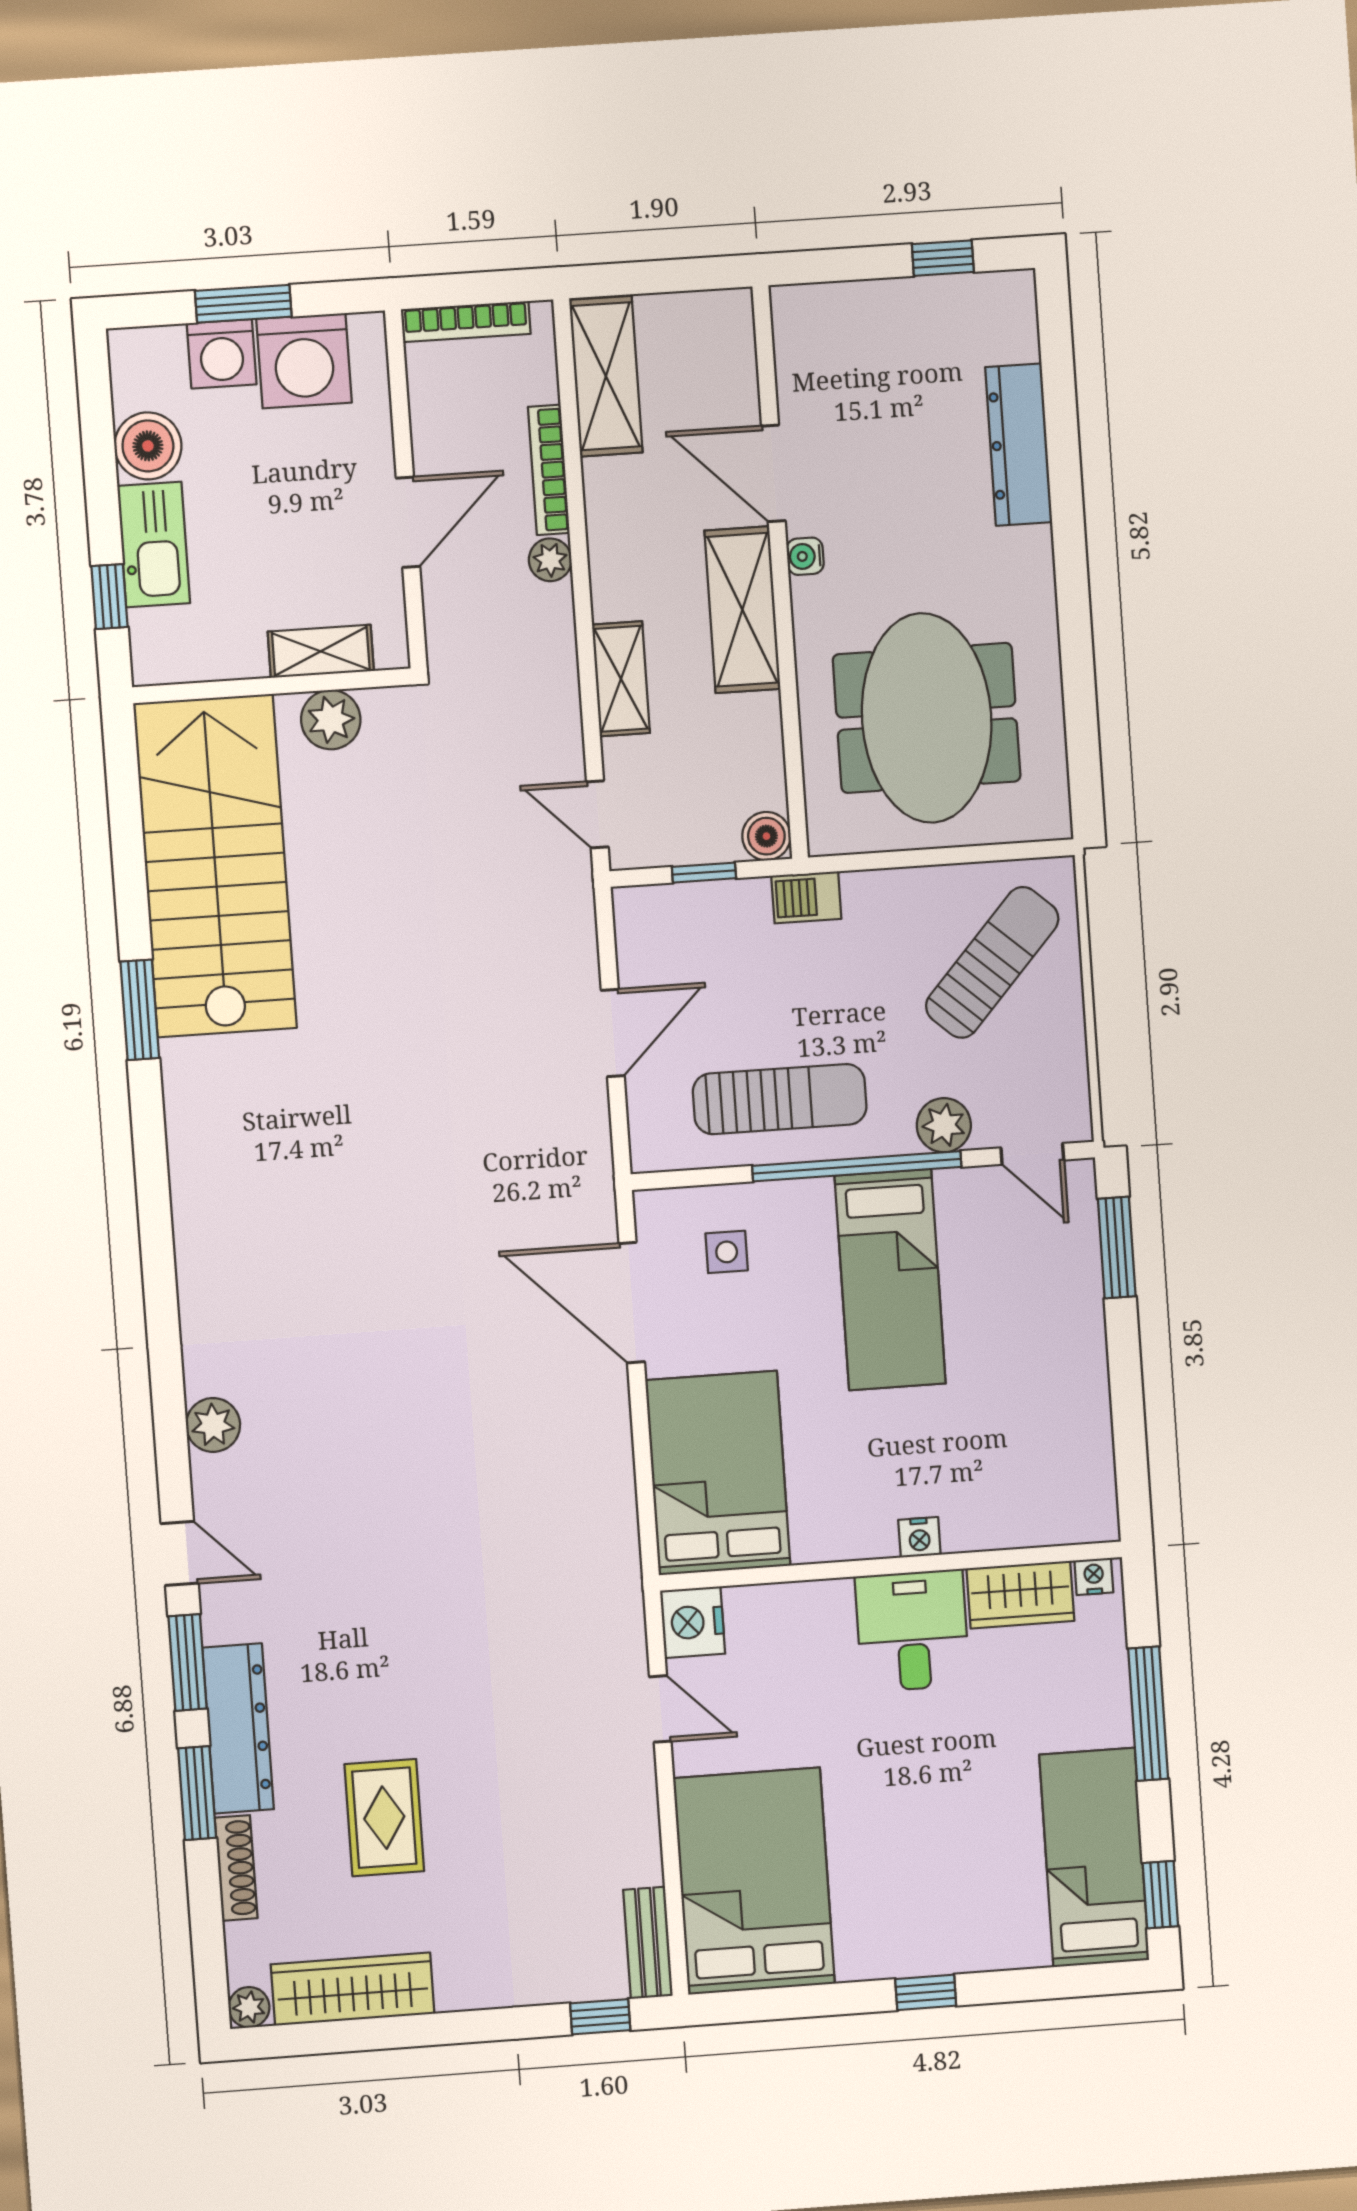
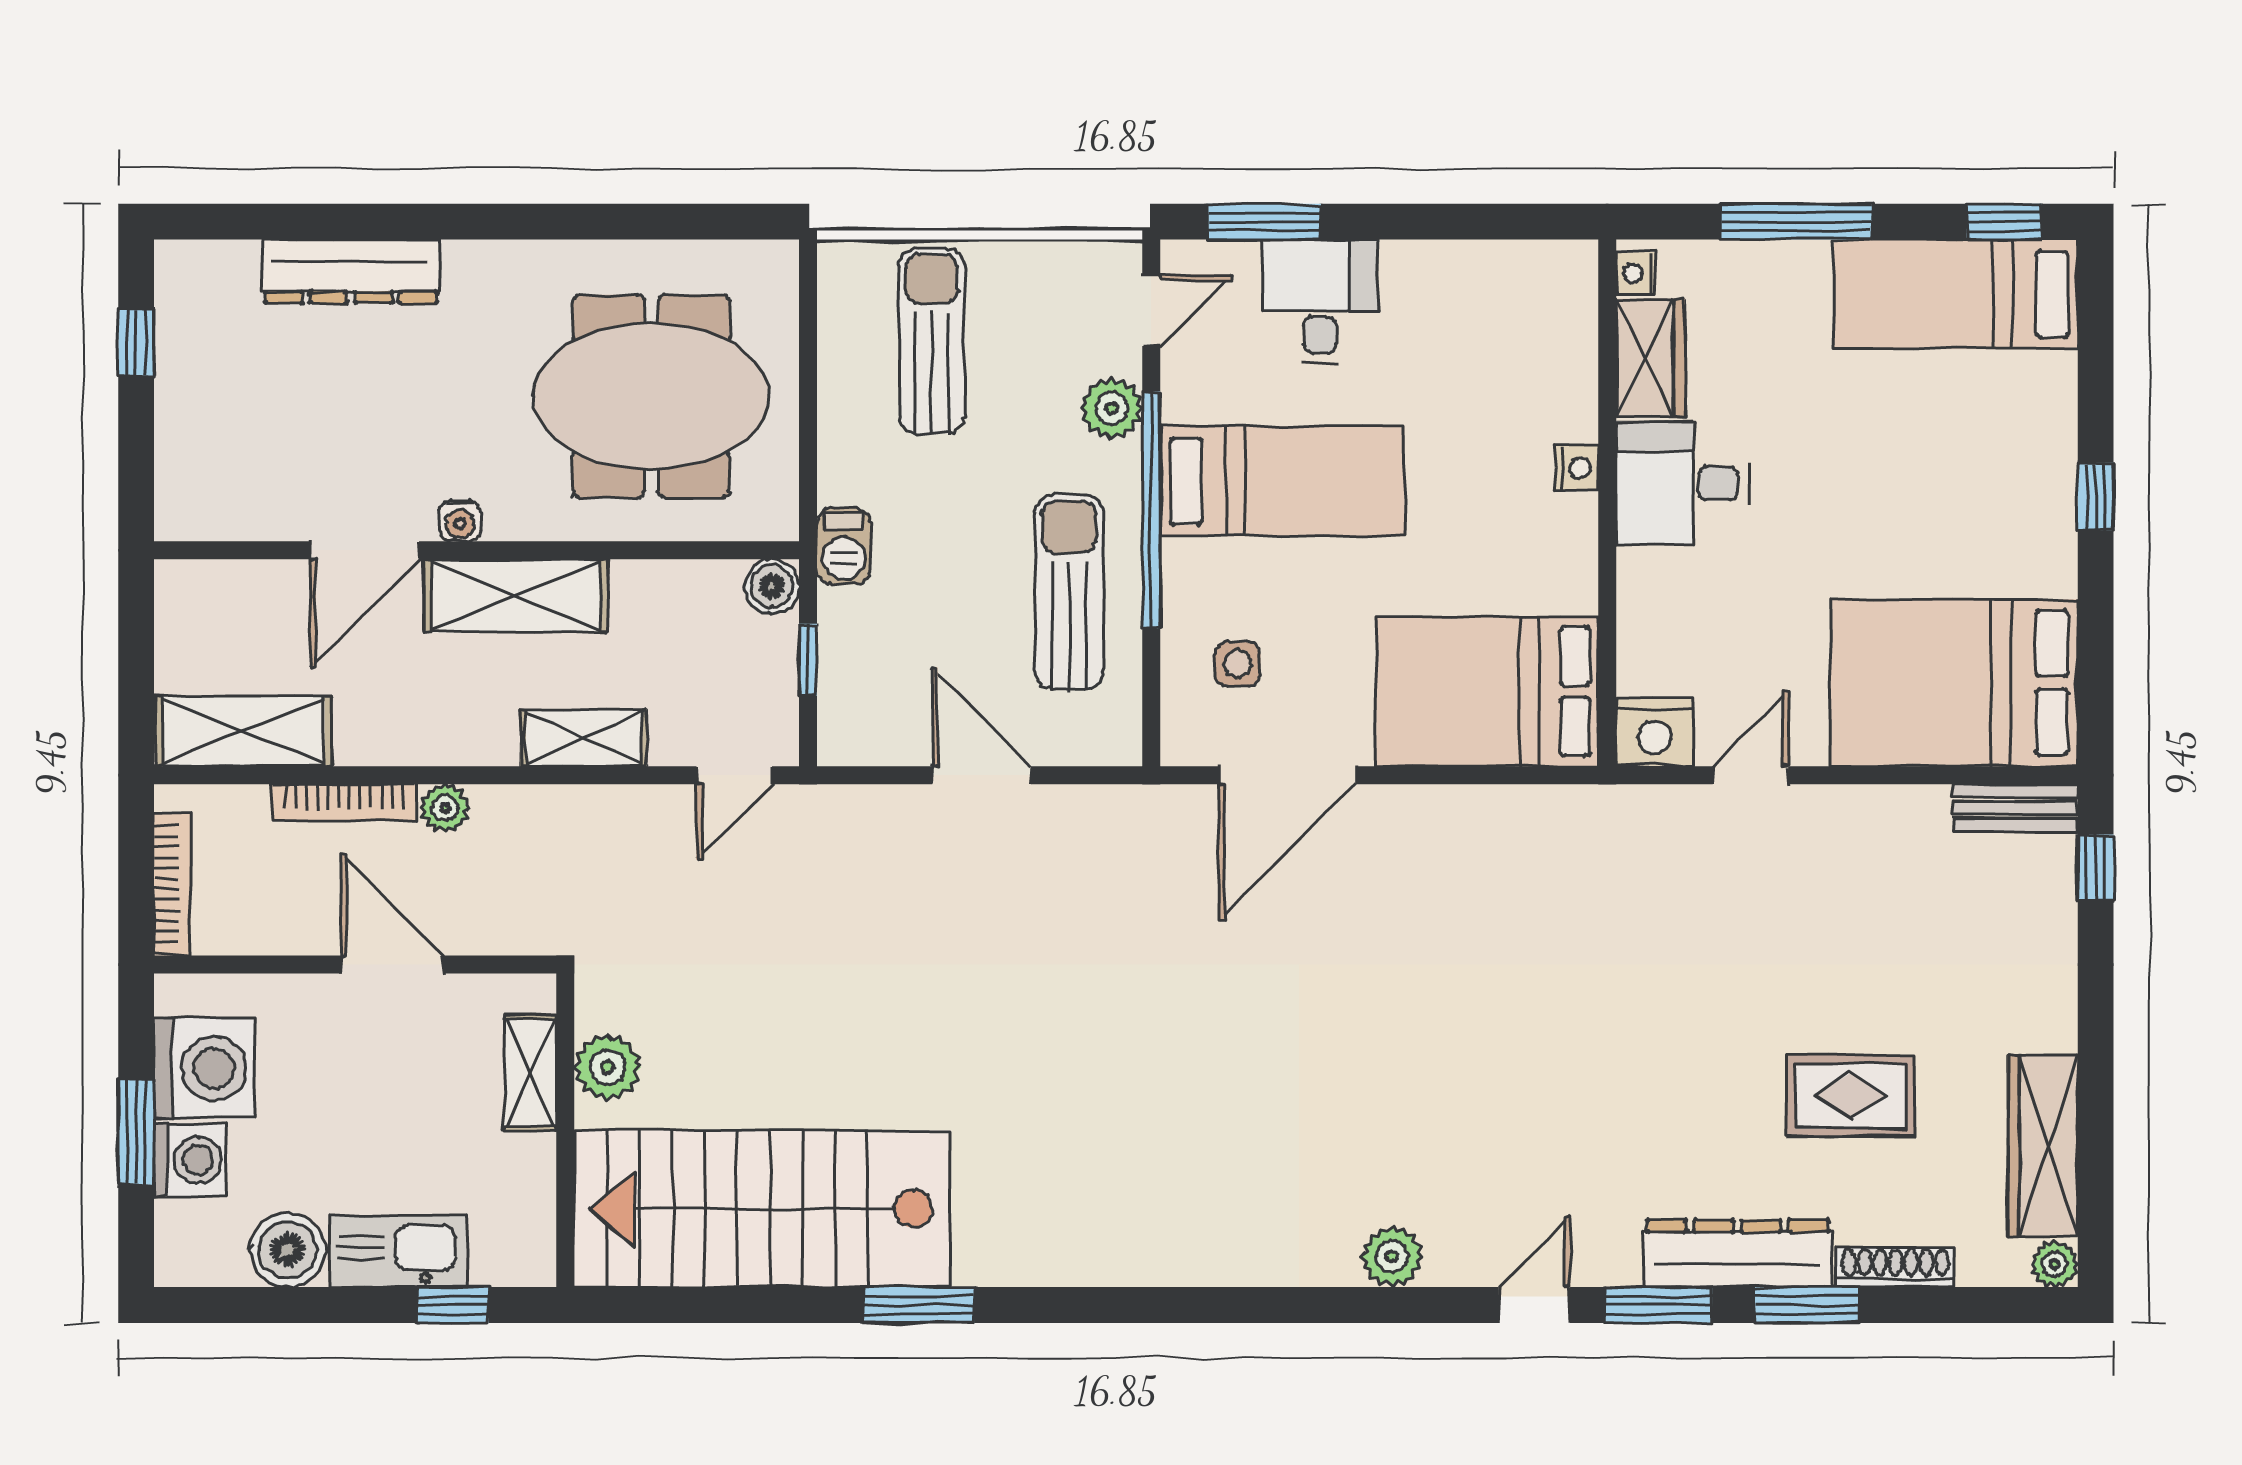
sun lounger: (992, 962) -> (932, 341), turned 48
desk: (1050, 1302) -> (1320, 301), added

